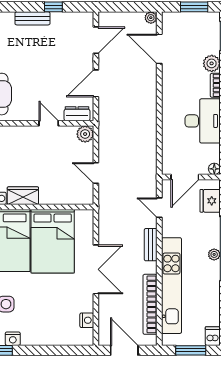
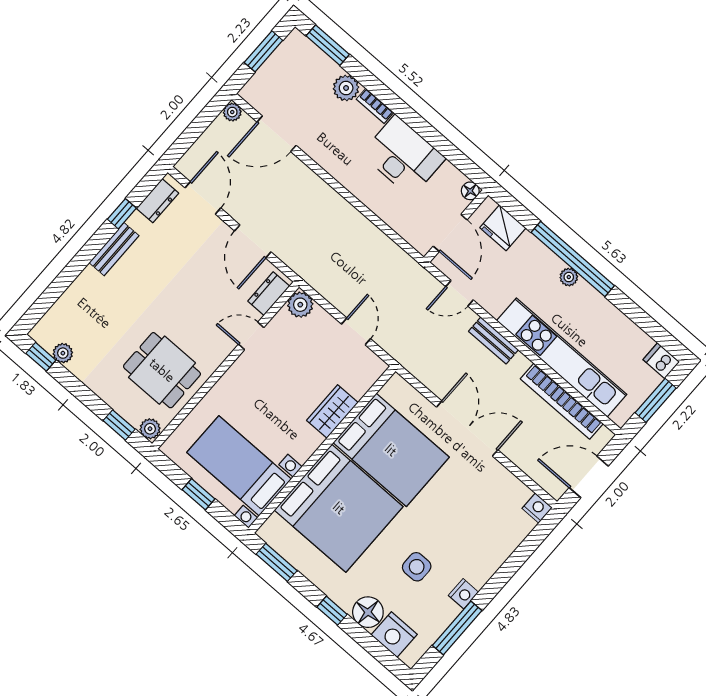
dresser: (75, 19) -> (157, 201), added
door: (96, 173) -> (356, 331), swing flipped
wardrobe: (23, 196) -> (332, 411), moved
nightstand: (87, 320) -> (537, 508), moved

